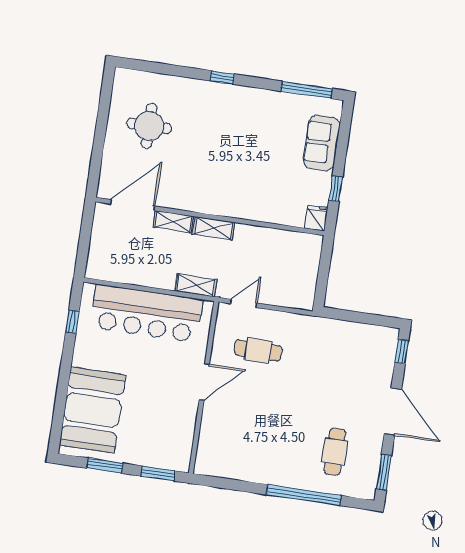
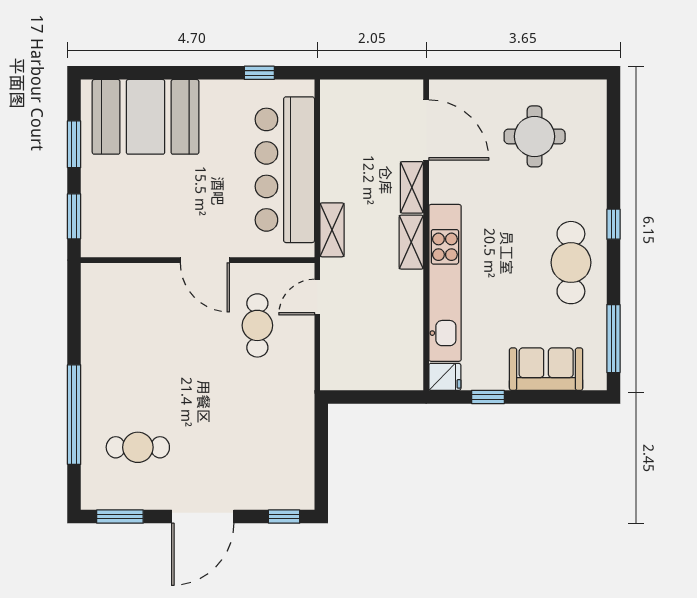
cafe table: (246, 113) -> (571, 263), added
kitchen unit: (247, 208) -> (445, 283), added
door: (244, 303) -> (317, 297), swing flipped

